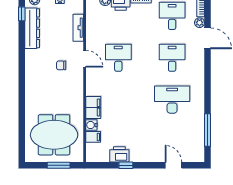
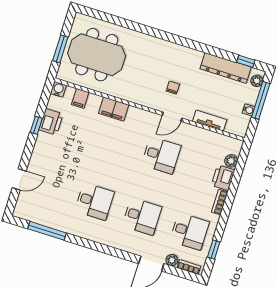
desk: (172, 100) -> (94, 201), width x0.73
water cooler: (91, 125) -> (58, 89), moved
meeting table: (54, 135) -> (97, 55), turned 90

